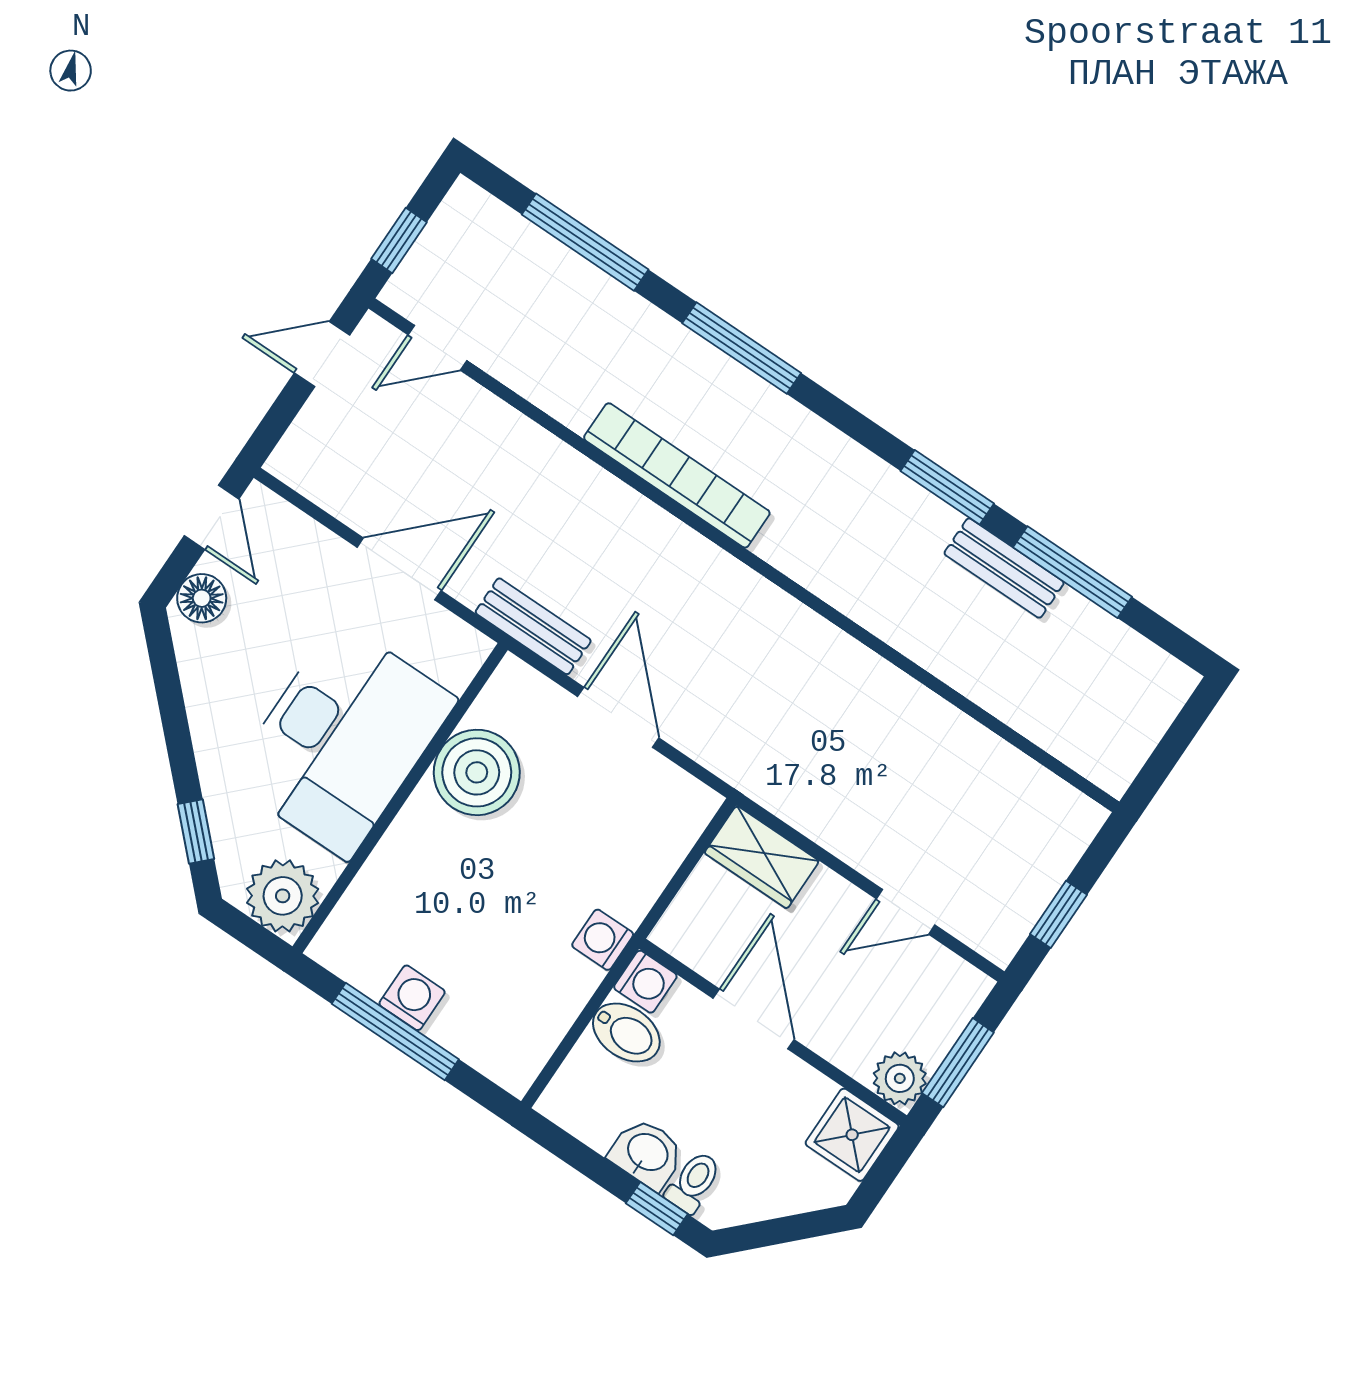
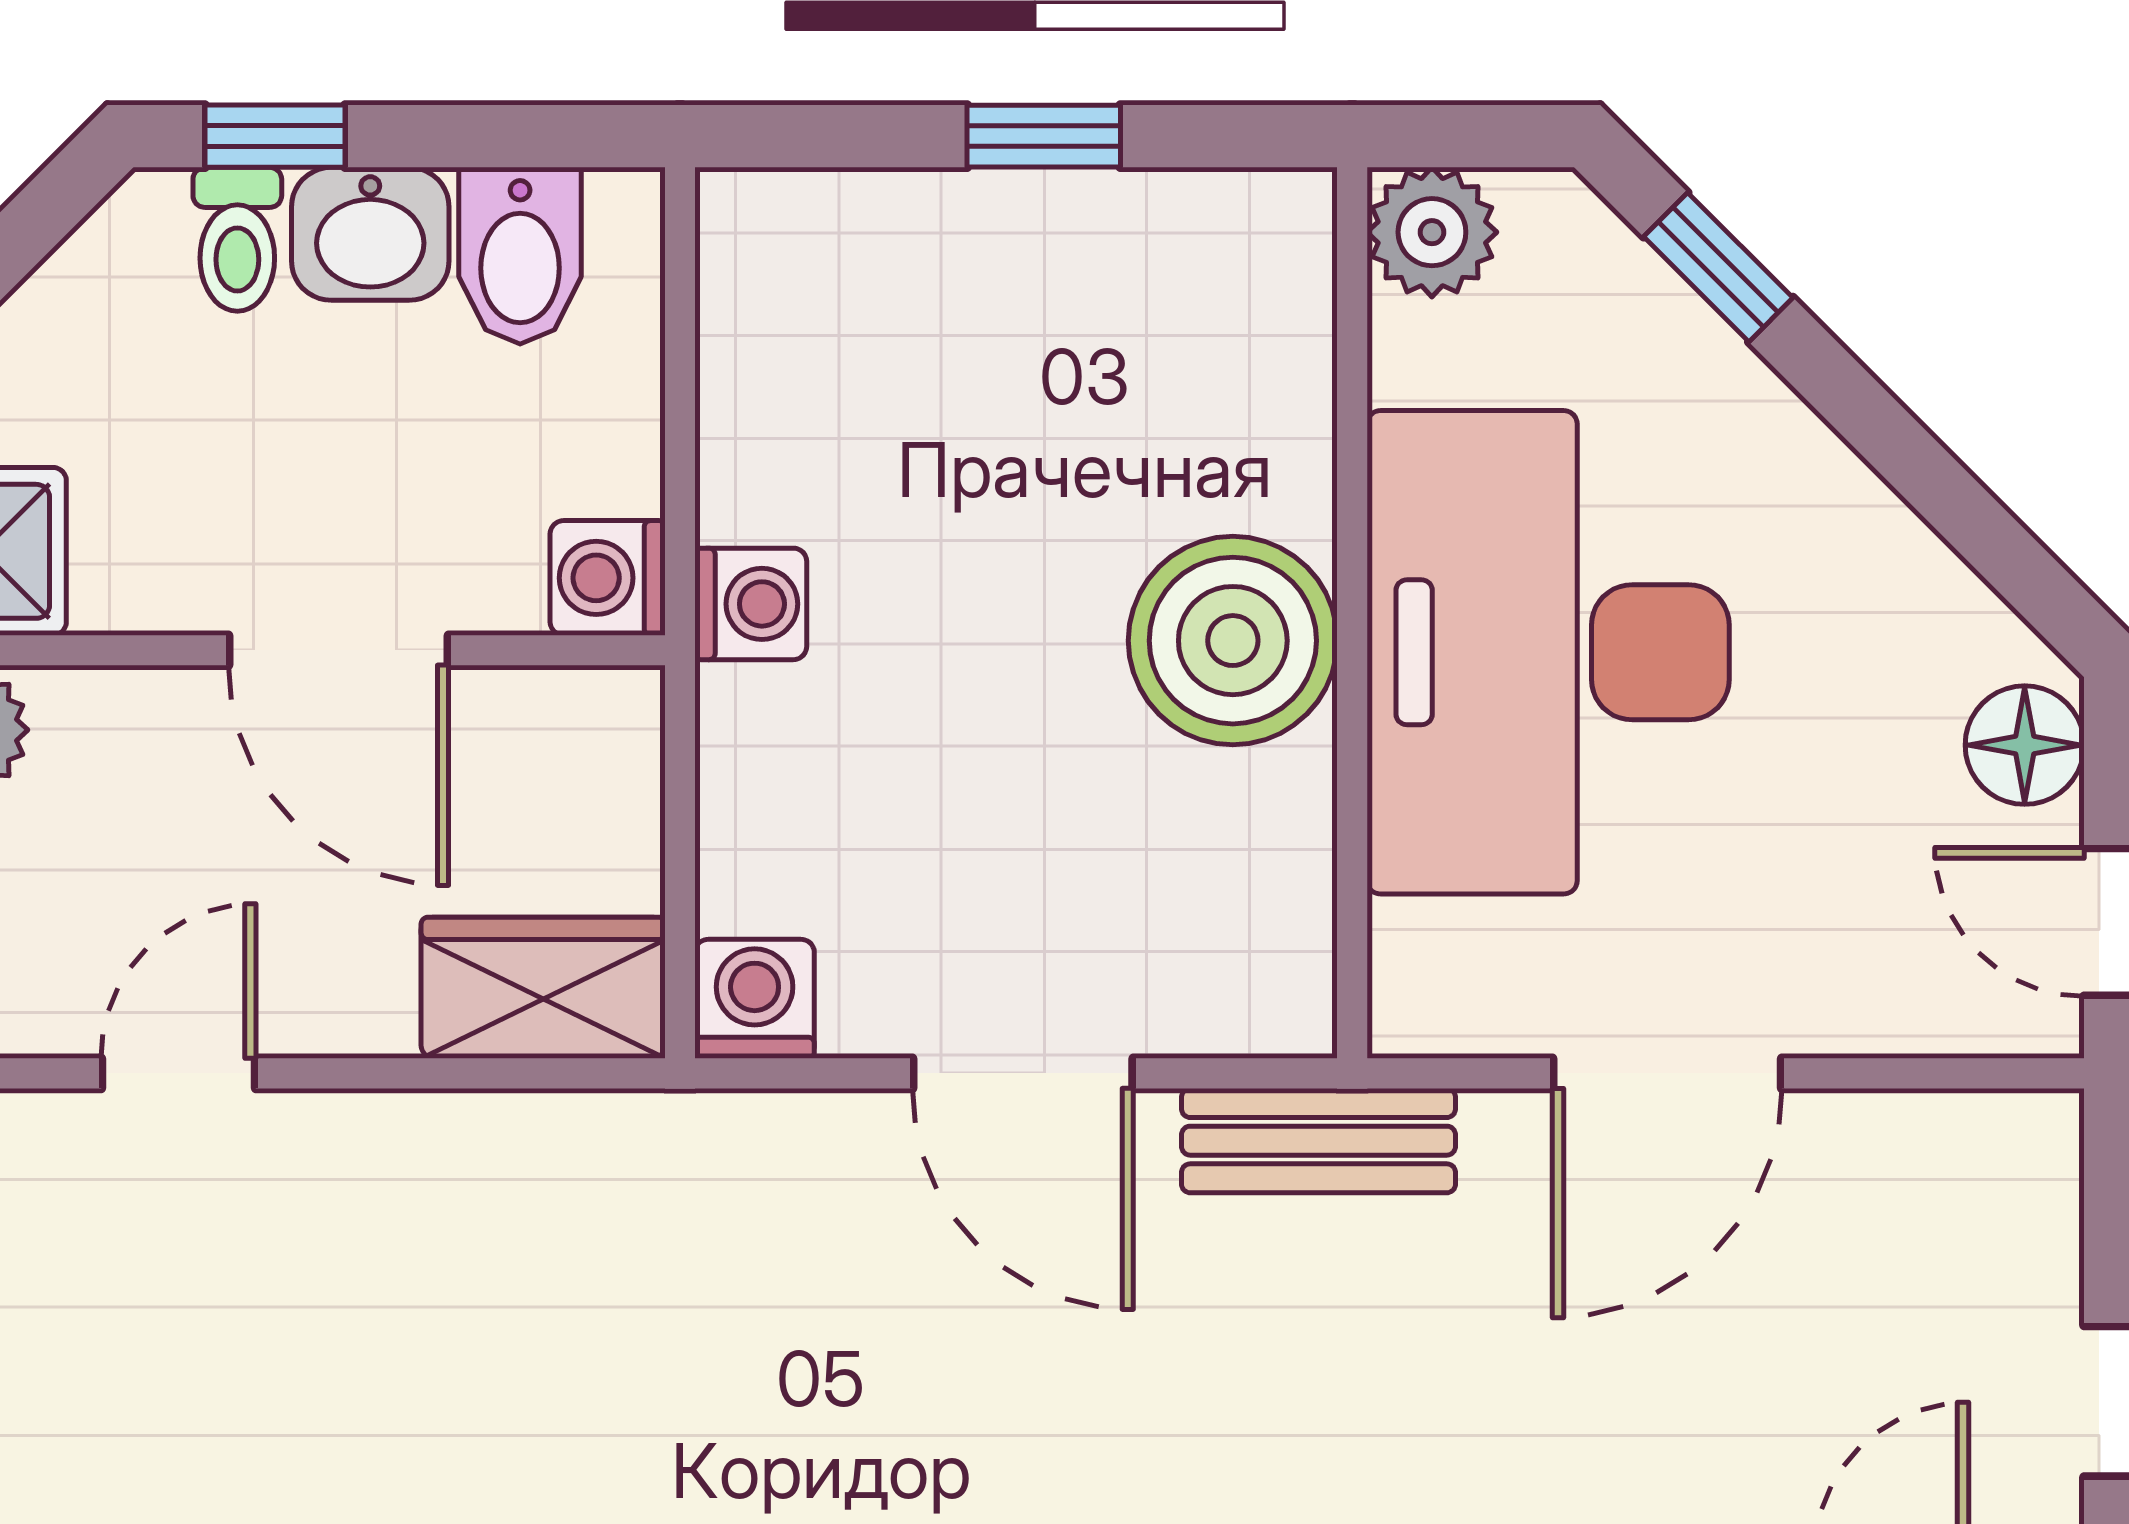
boiler: (477, 772) -> (1233, 641), moved
plant: (283, 896) -> (1432, 232), width x0.73, depth x0.73
washing machine: (412, 998) -> (755, 999), moved, turned 180
window: (395, 1031) -> (1044, 136), width x0.46
bidet: (626, 1032) -> (520, 256), moved, turned -90

